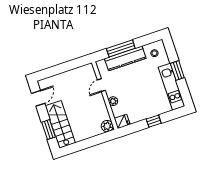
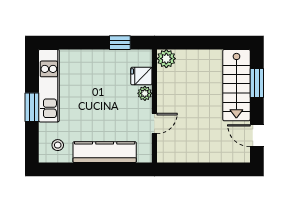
window: (121, 48) -> (106, 169), removed
door: (38, 98) -> (257, 136), hinge flipped
fridge: (122, 121) -> (141, 76), moved
window: (154, 121) -> (120, 43), moved

